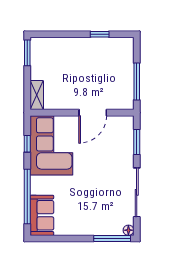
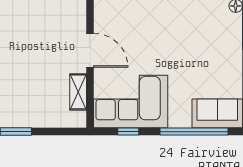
shelving: (37, 95) -> (78, 92), moved, turned 90

